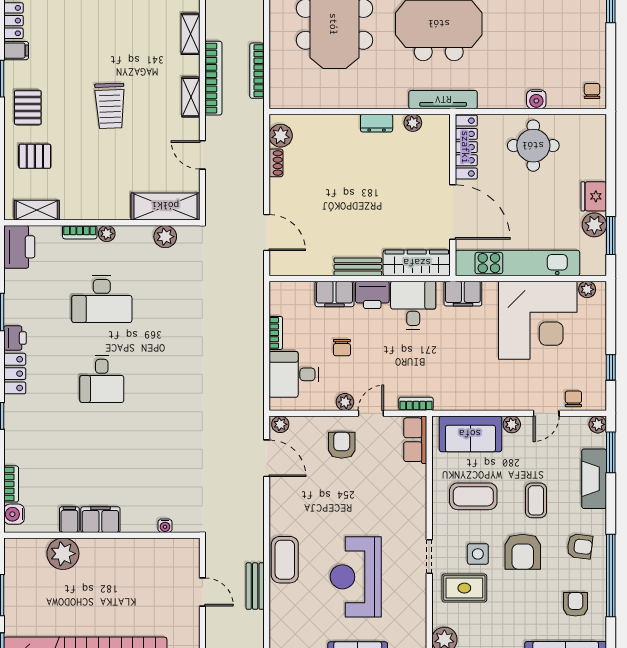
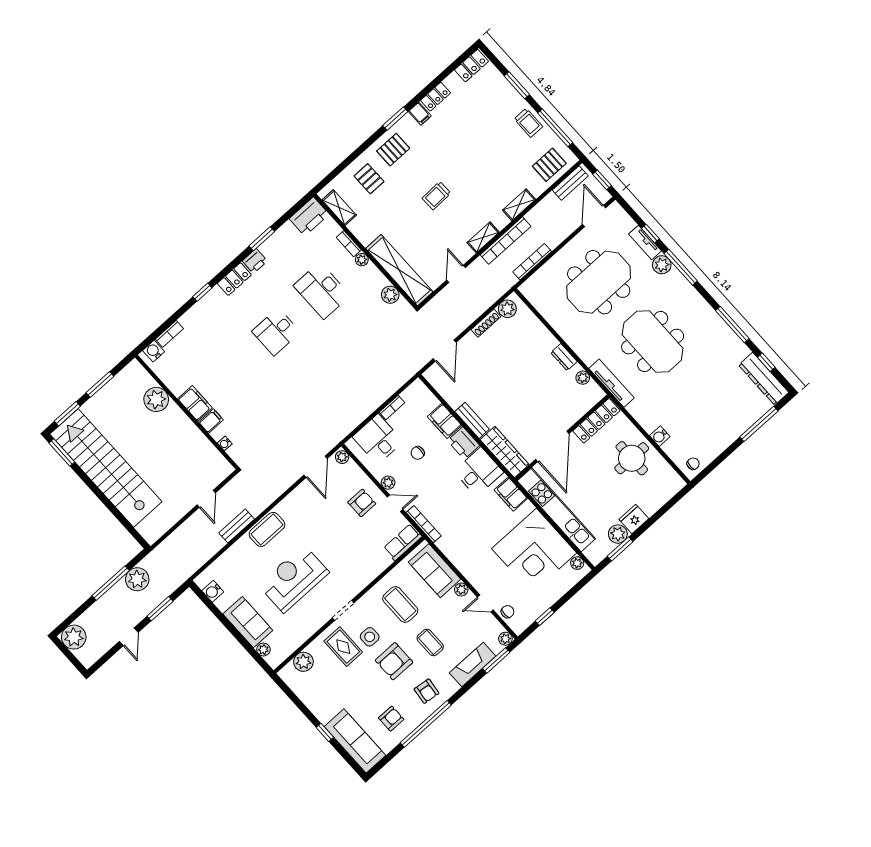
trolley: (110, 106) -> (436, 196), width x0.73, depth x0.72
shoe rack: (276, 163) -> (486, 323), width x1.43
shelving: (165, 206) -> (399, 270), width x1.47
bookcase: (416, 404) -> (424, 524), width x1.56
coffee table: (536, 500) -> (430, 642), turned 90
filing cabinet: (69, 520) -> (211, 421), moved

